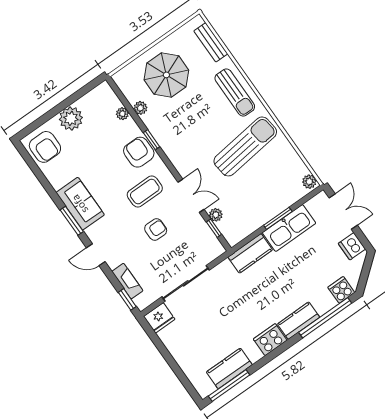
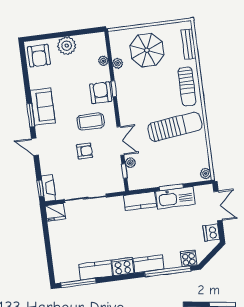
fireplace: (127, 281) -> (48, 188), moved
kitchen counter: (229, 368) -> (96, 270), moved

